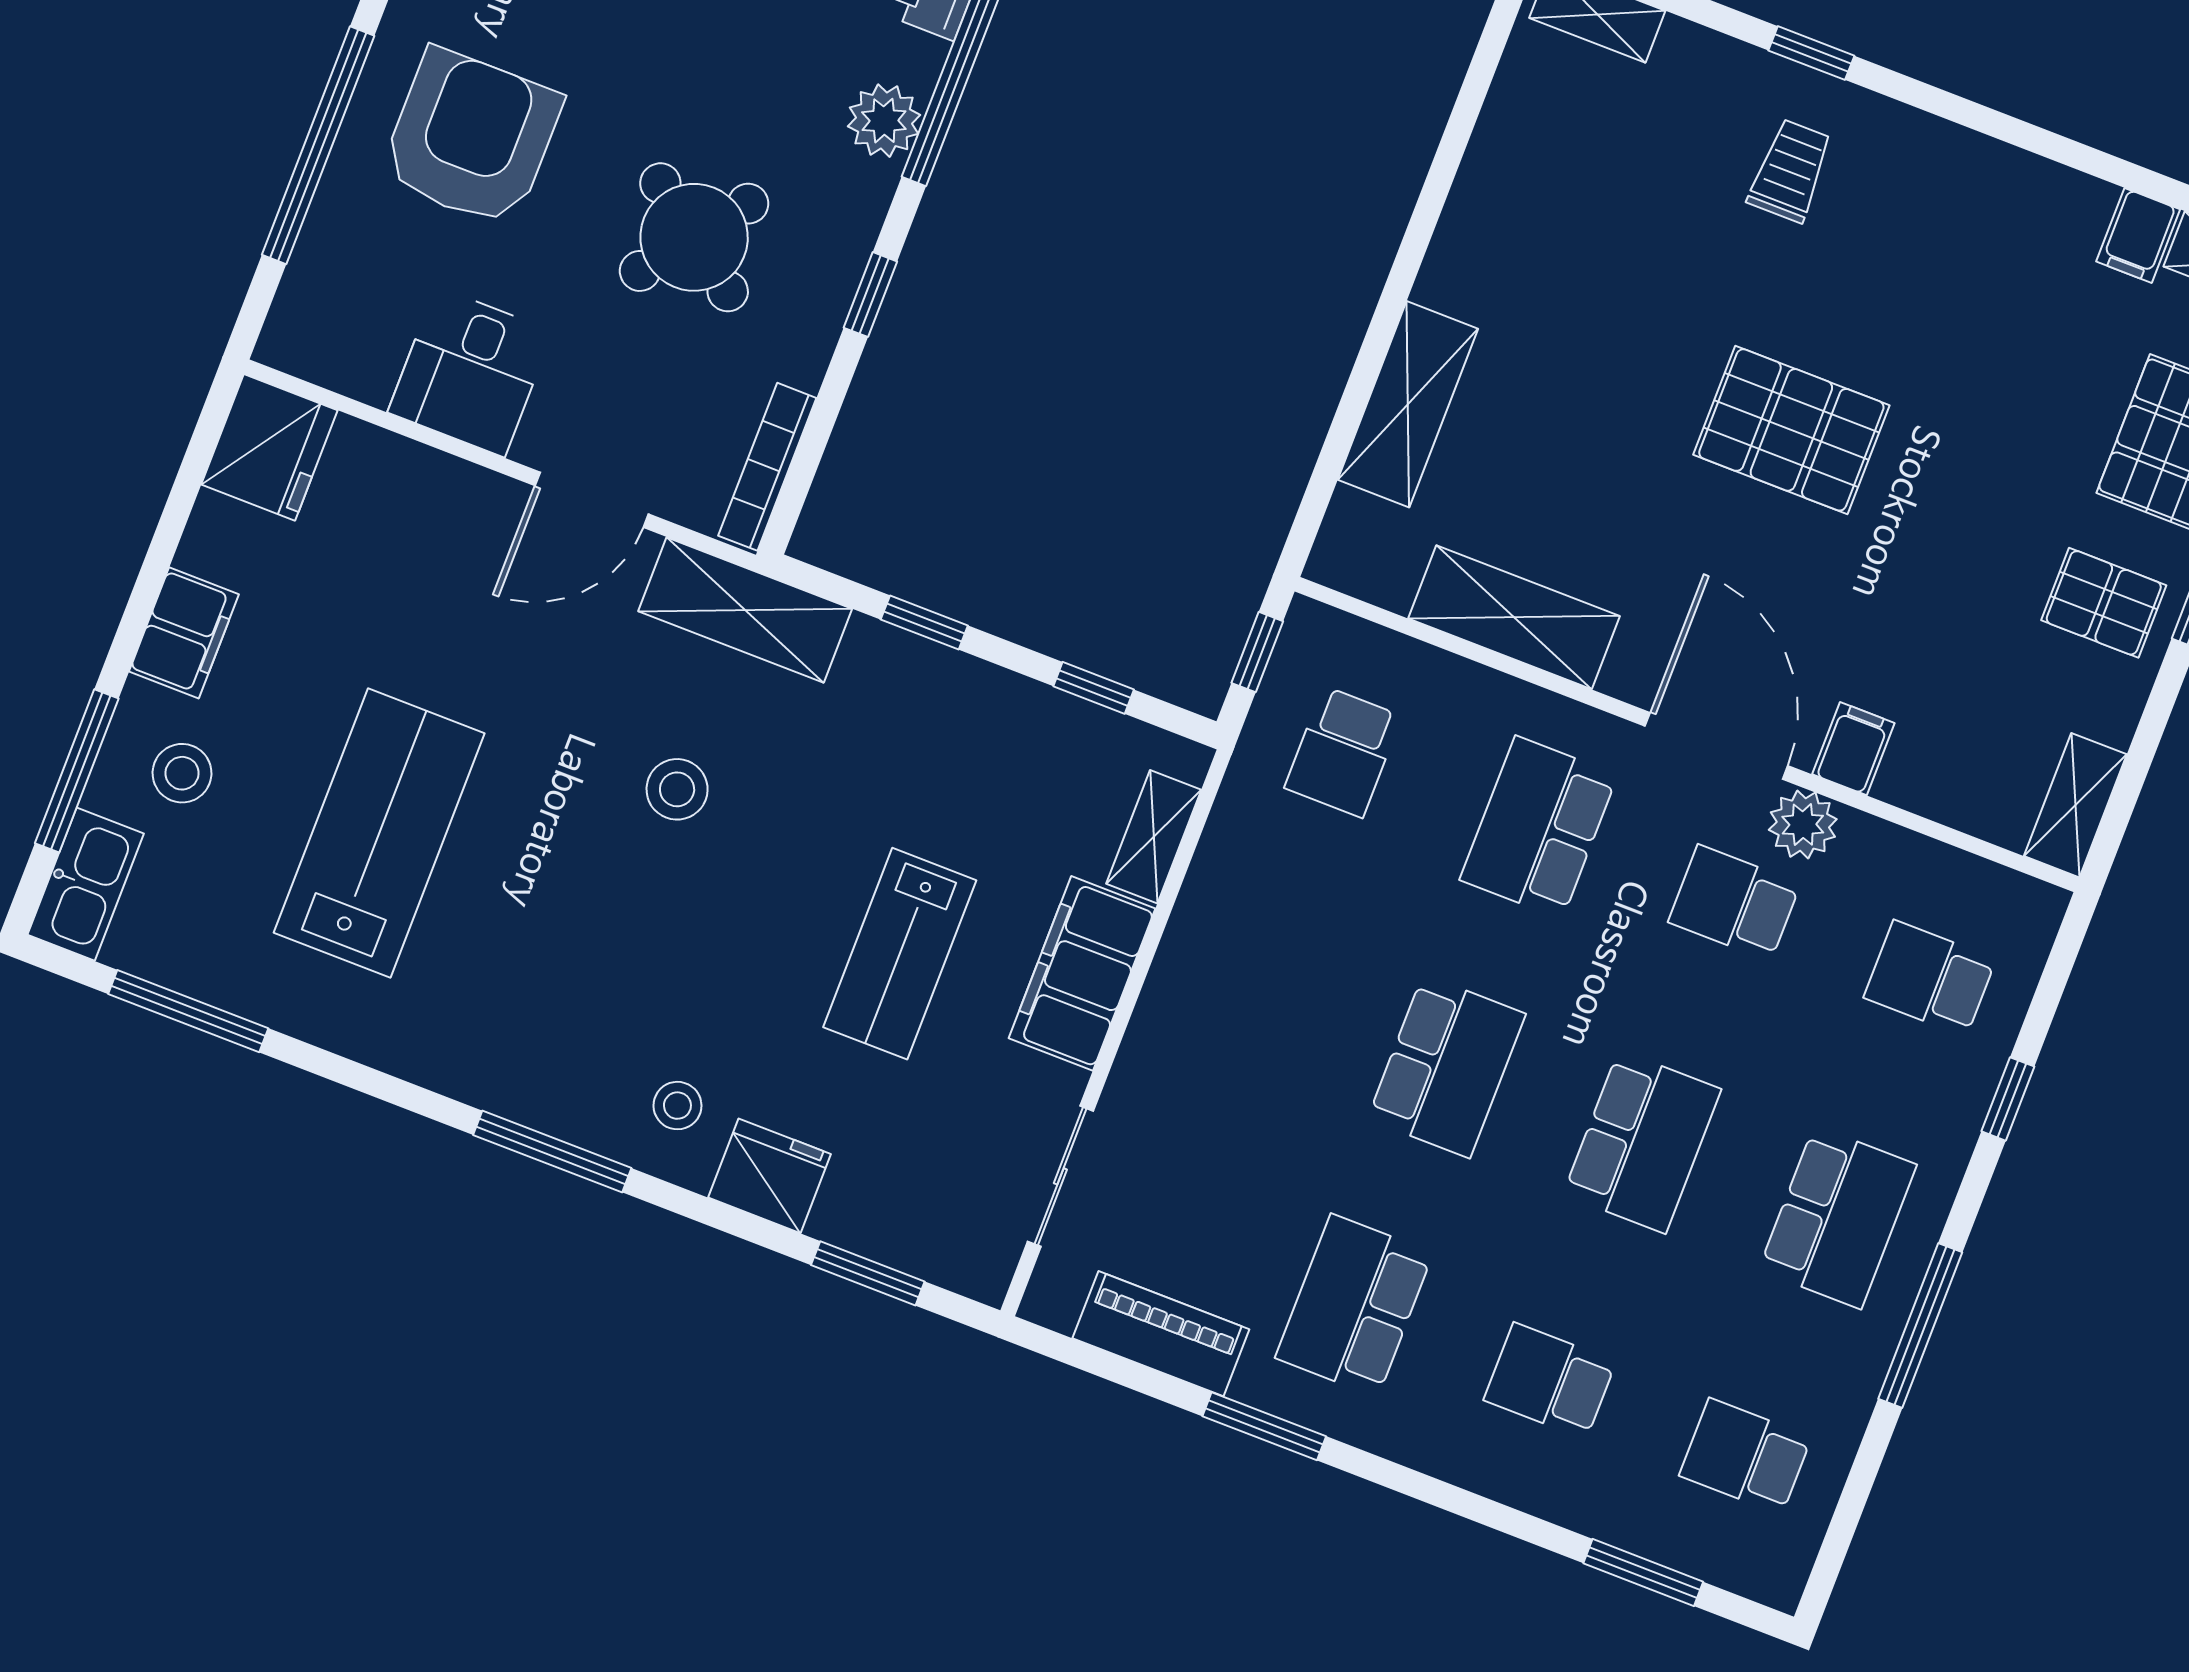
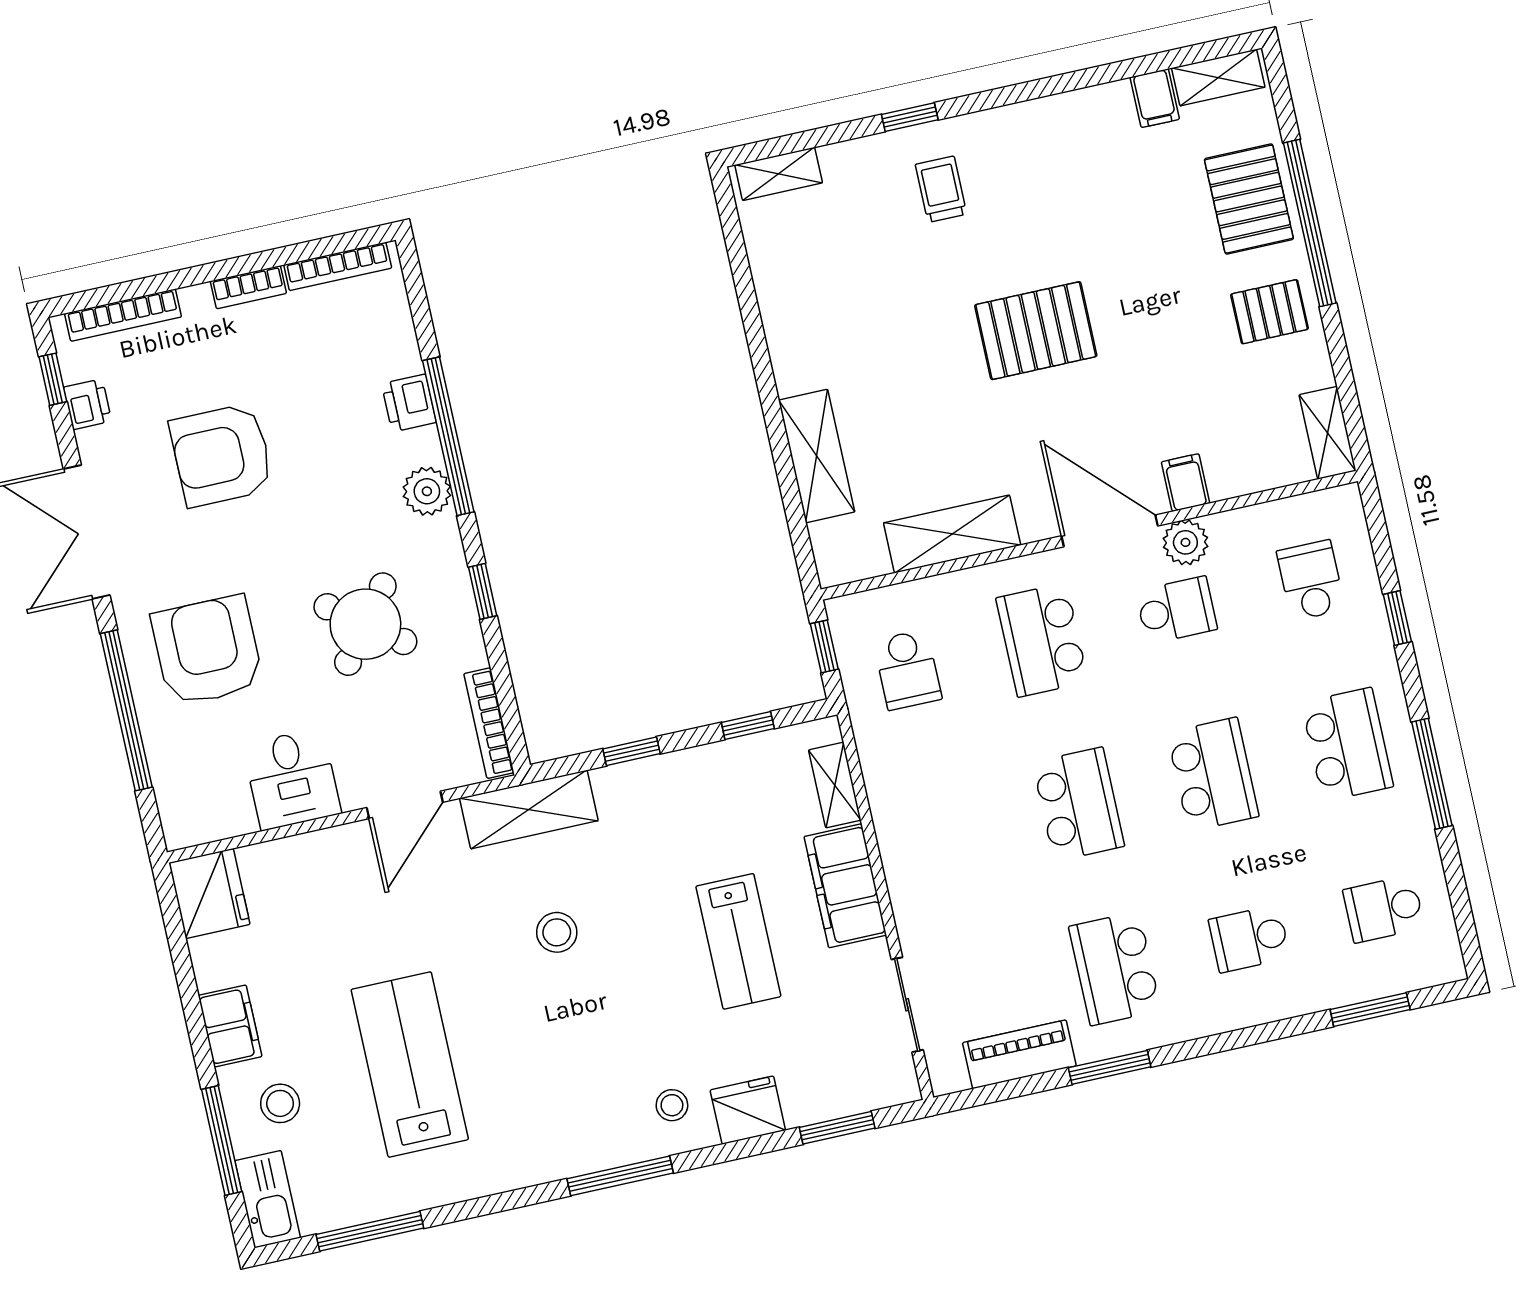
school desk: (1734, 903) -> (1176, 610), turned 180
school desk: (1930, 978) -> (1311, 580), turned 90

